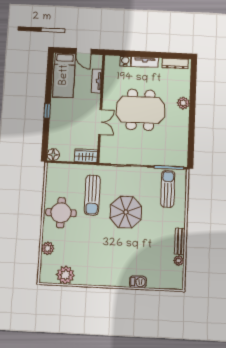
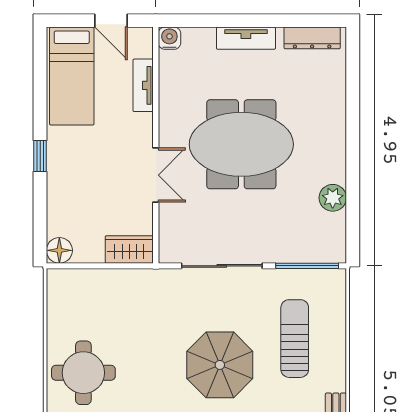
water cooler: (125, 61) -> (169, 38), moved
plant: (183, 103) -> (333, 198), moved
sun lounger: (168, 189) -> (295, 339), moved
sun lounger: (92, 195) -> (147, 333), removed

